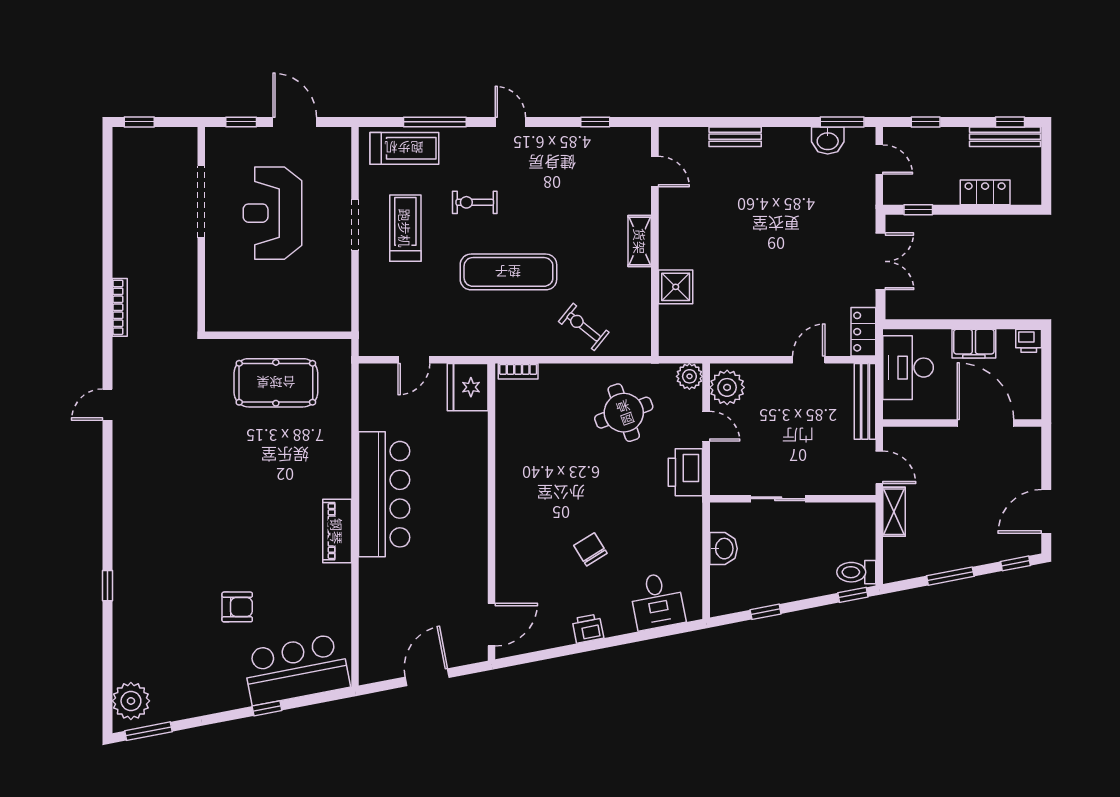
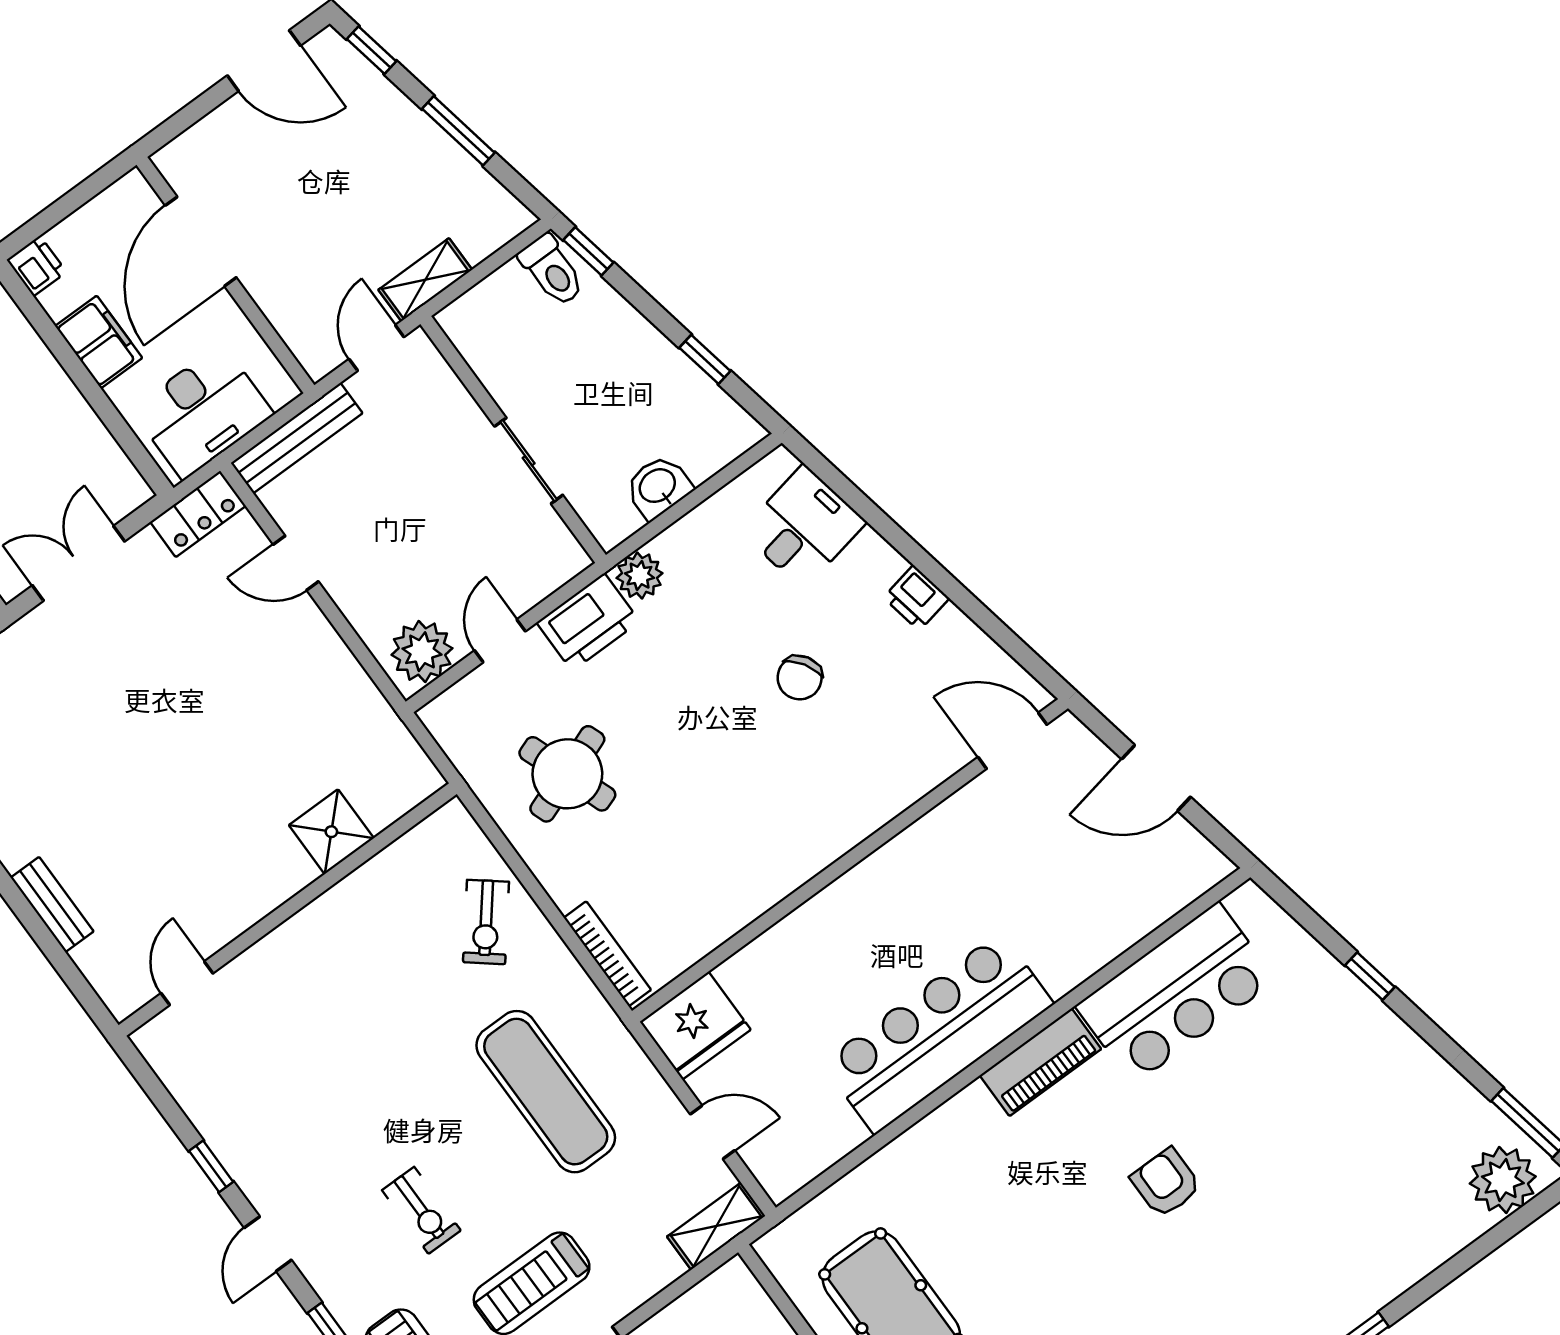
window: (595, 122) -> (211, 1166), moved
shelving: (640, 241) -> (716, 1226), moved
exercise mat: (508, 272) -> (546, 1092), moved
bookcase: (518, 371) -> (607, 954), width x1.56
plant: (689, 376) -> (640, 576), moved
armchair: (237, 607) -> (1166, 1183), moved
bar counter: (296, 669) -> (1176, 993), moved, turned -79

